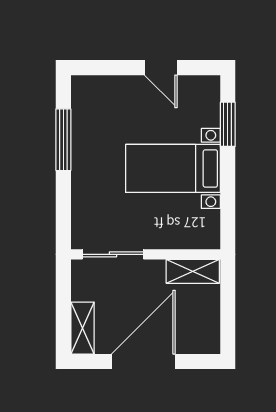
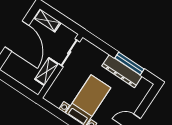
dresser: (85, 144) -> (122, 71), added
shelving: (193, 271) -> (47, 72), moved

